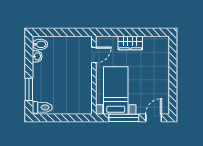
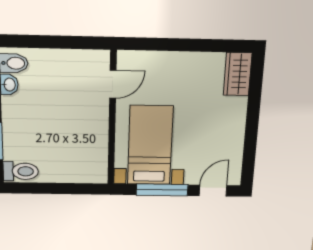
wardrobe: (130, 43) -> (238, 74), moved, turned 90

